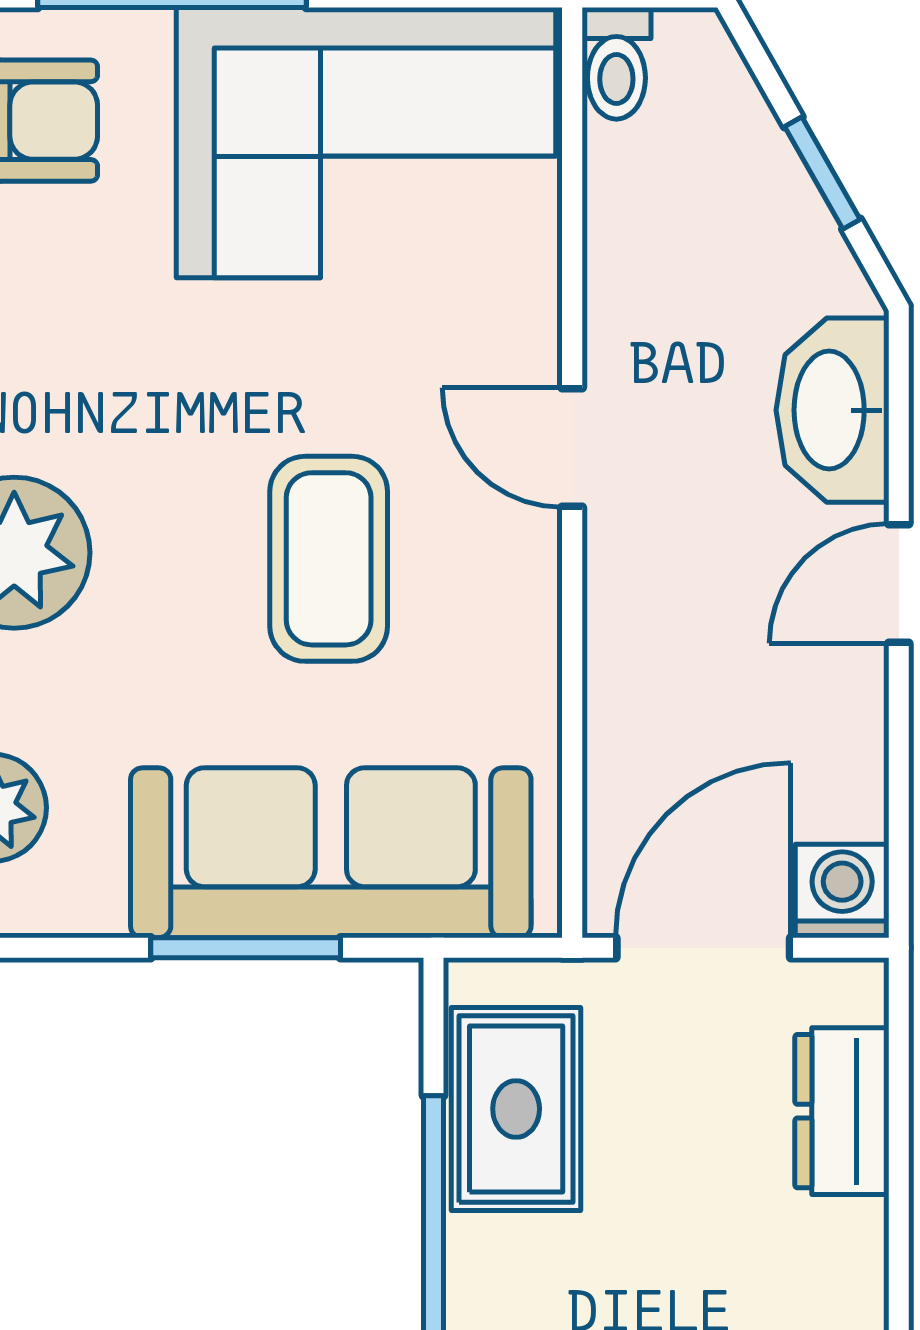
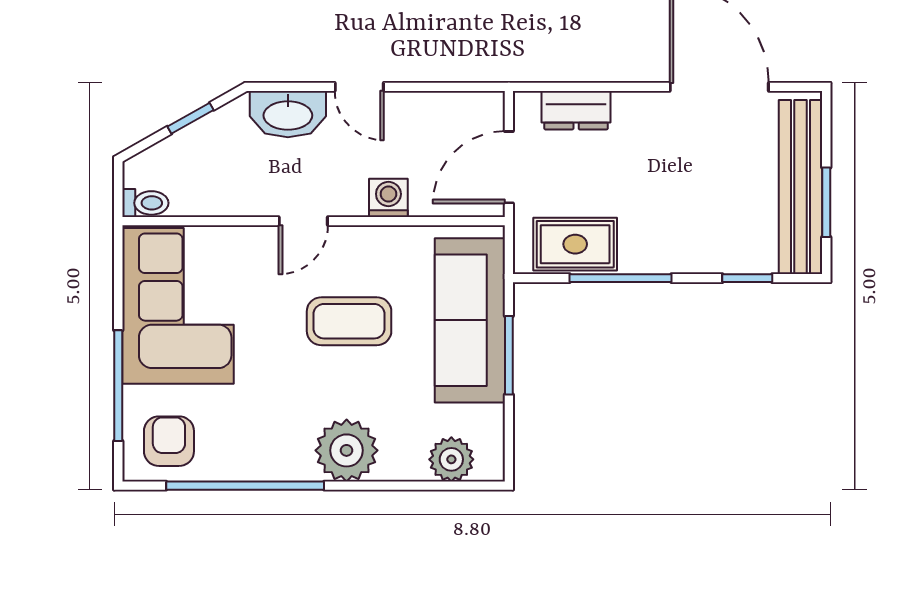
washing machine: (842, 891) -> (388, 198), moved, turned 90
door: (703, 948) -> (509, 167), hinge flipped

